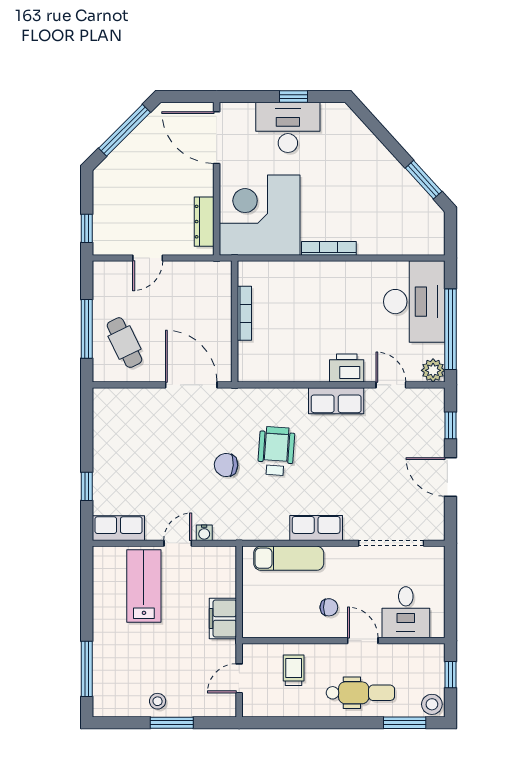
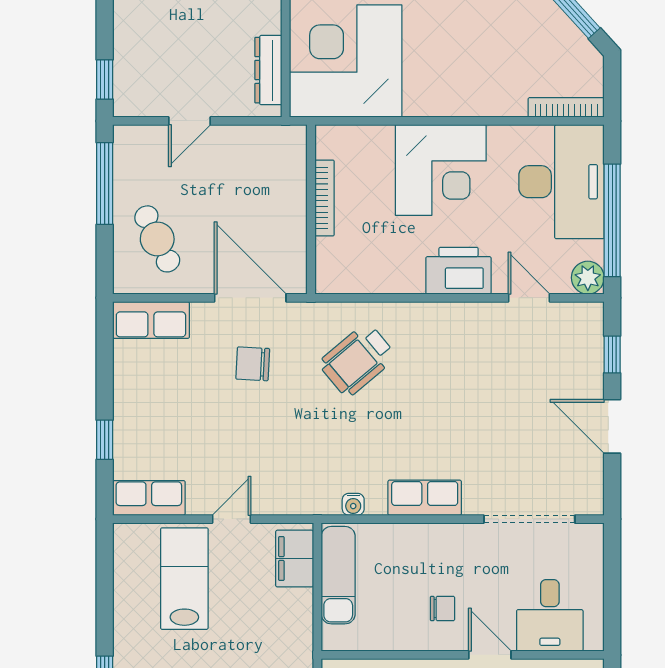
bookcase: (329, 248) -> (566, 107), moved
corner desk: (328, 293) -> (441, 170), added
window: (87, 329) -> (105, 183), moved
printer: (347, 368) -> (458, 271), width x1.37, depth x1.19
row of seats: (336, 401) -> (151, 320), moved
wheelchair: (276, 451) -> (357, 360), moved, turned -134
chair: (226, 465) -> (253, 364), moved
water cooler: (204, 533) -> (353, 504), moved
exam couch: (289, 558) -> (338, 575), moved, turned -90
filing cabinet: (223, 618) -> (295, 559), moved

